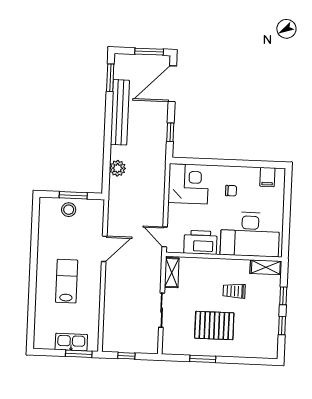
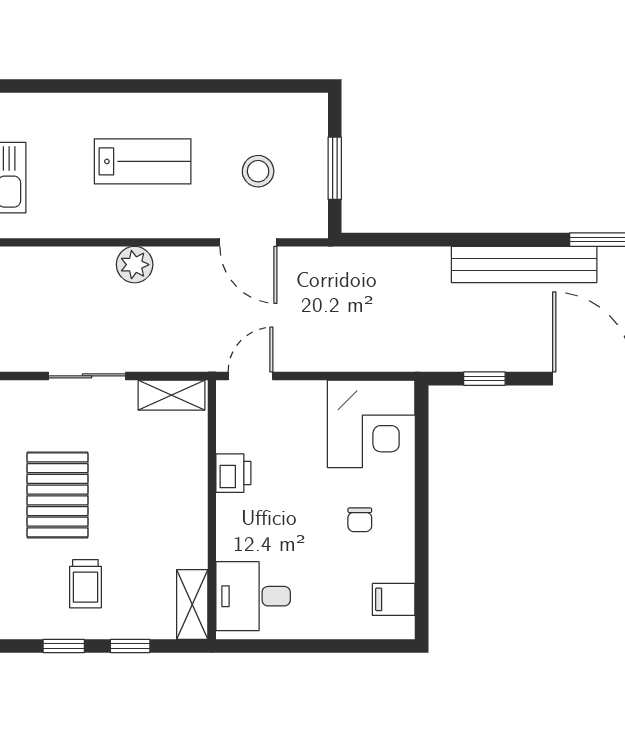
plant: (118, 168) -> (135, 265), moved
stool: (69, 210) -> (258, 171), moved
desk: (250, 234) -> (253, 596), width x0.53, depth x0.77
printer: (200, 242) -> (233, 473), width x0.53, depth x0.68
door: (104, 249) -> (248, 242), moved
trolley: (234, 291) -> (85, 584), moved, turned 180

